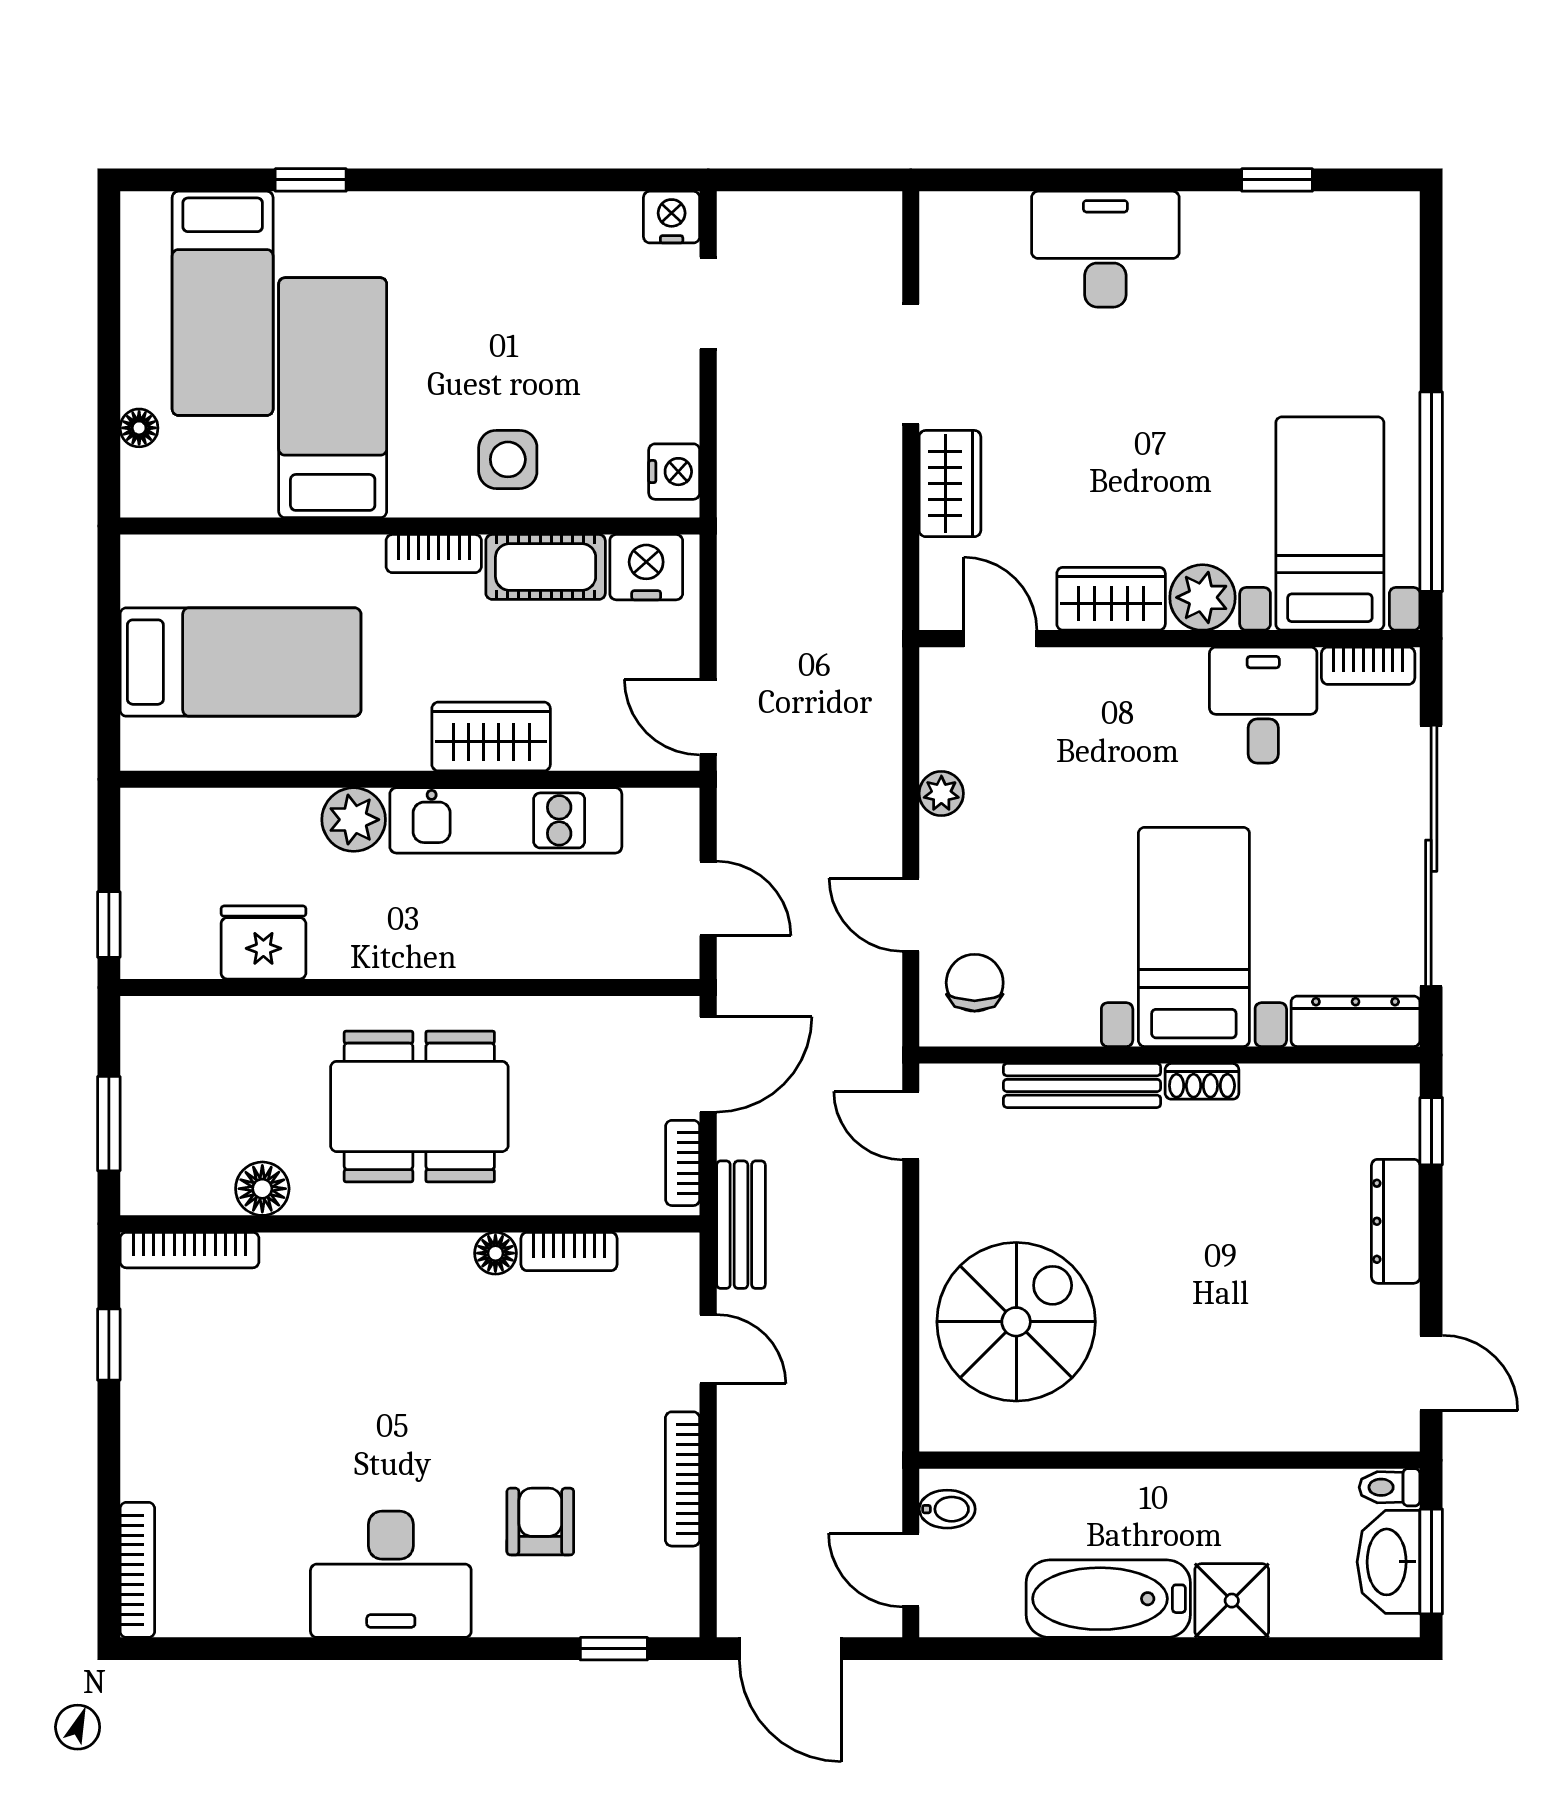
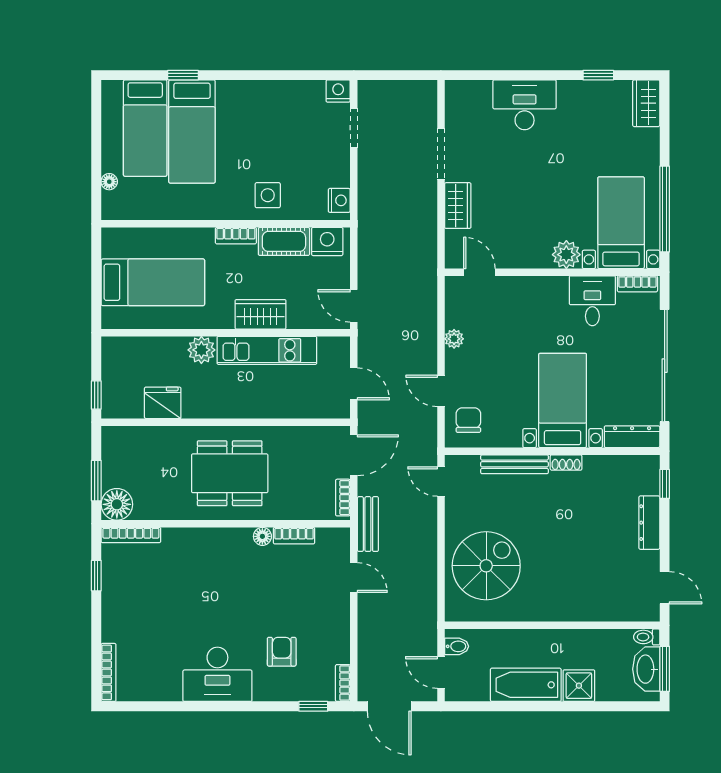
bed: (333, 398) -> (192, 131), moved, turned 180
wardrobe: (1111, 599) -> (646, 103), moved, turned -90
floor lamp: (262, 1189) -> (117, 504), moved, width x1.38, depth x1.38
bookcase: (683, 1479) -> (343, 683), moved, width x0.64

